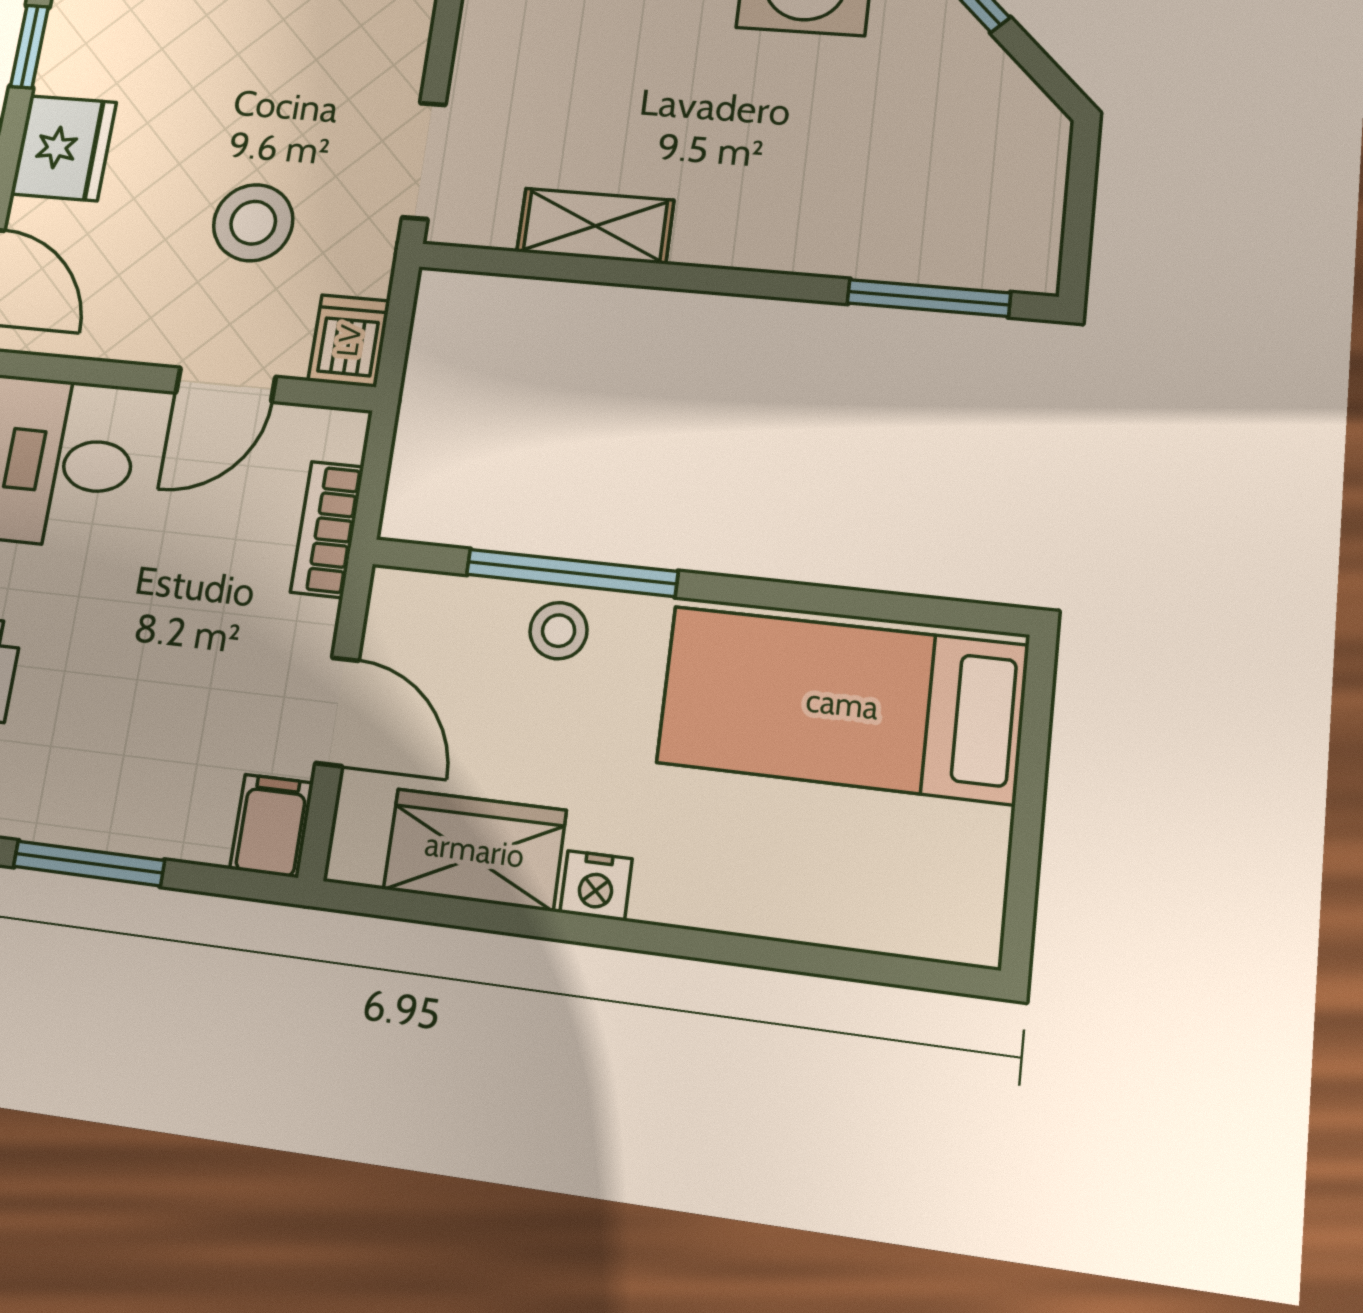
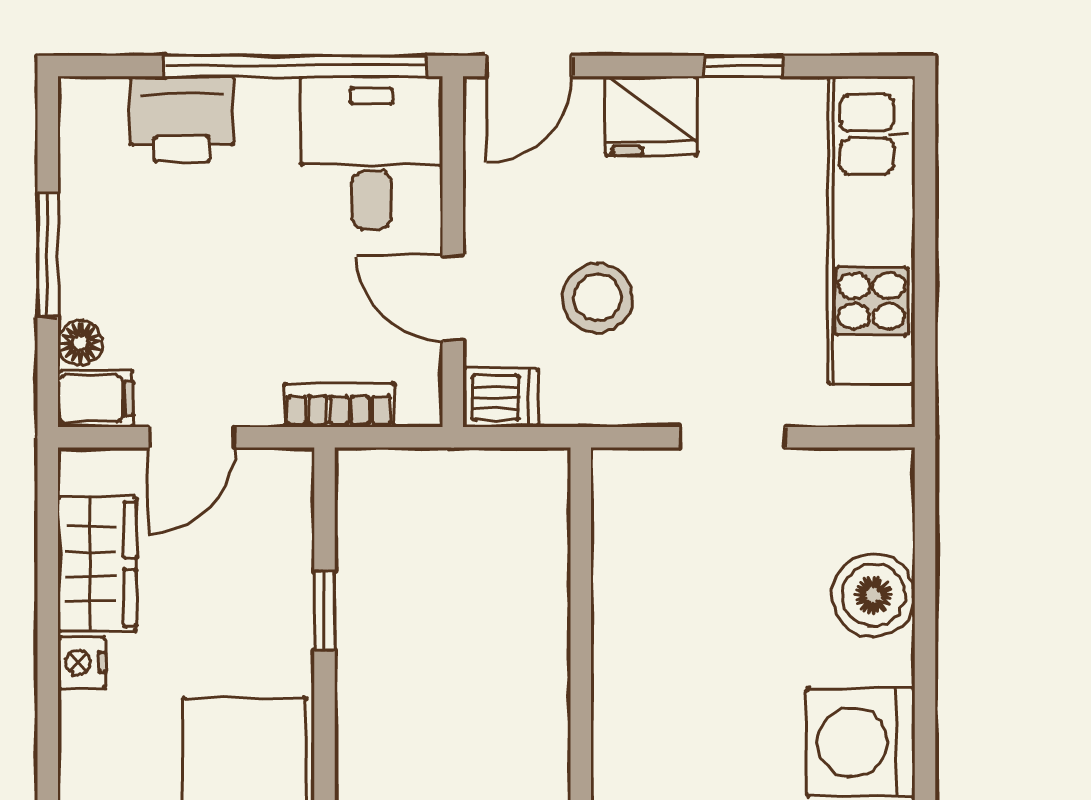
doorway: (424, 161) -> (732, 437), moved
shelving: (595, 226) -> (619, 591), removed
window: (572, 573) -> (324, 611), width x0.46
stool: (559, 631) -> (277, 606), removed
floor lamp: (201, 836) -> (80, 343), added

